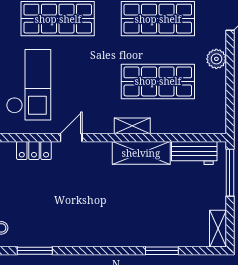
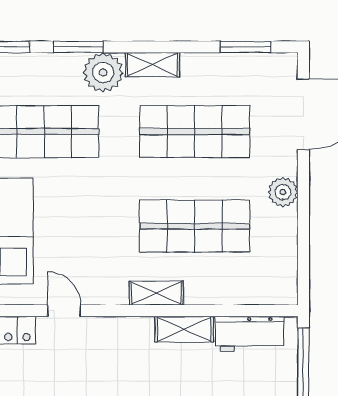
door: (71, 138) -> (64, 311), hinge flipped
shelving: (141, 153) -> (184, 329), width x0.67, depth x0.75

